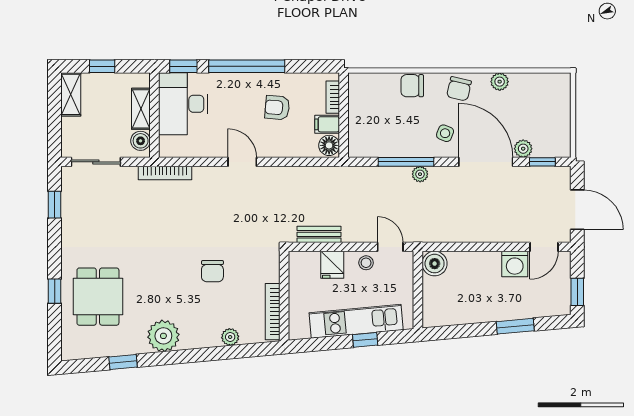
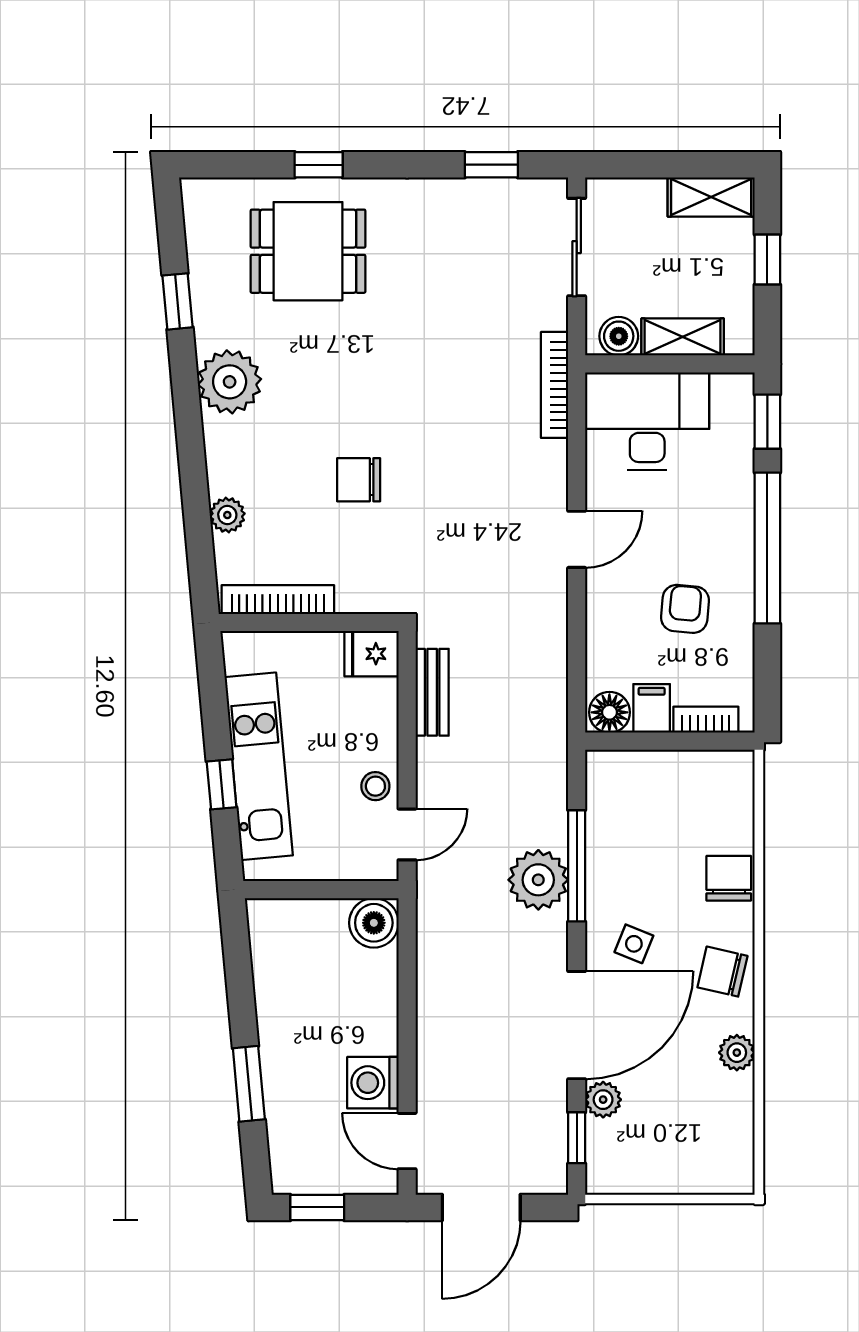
desk: (183, 104) -> (647, 421), moved
plant: (420, 174) -> (538, 880), width x1.88, depth x1.88
fridge: (332, 265) -> (372, 654), moved

